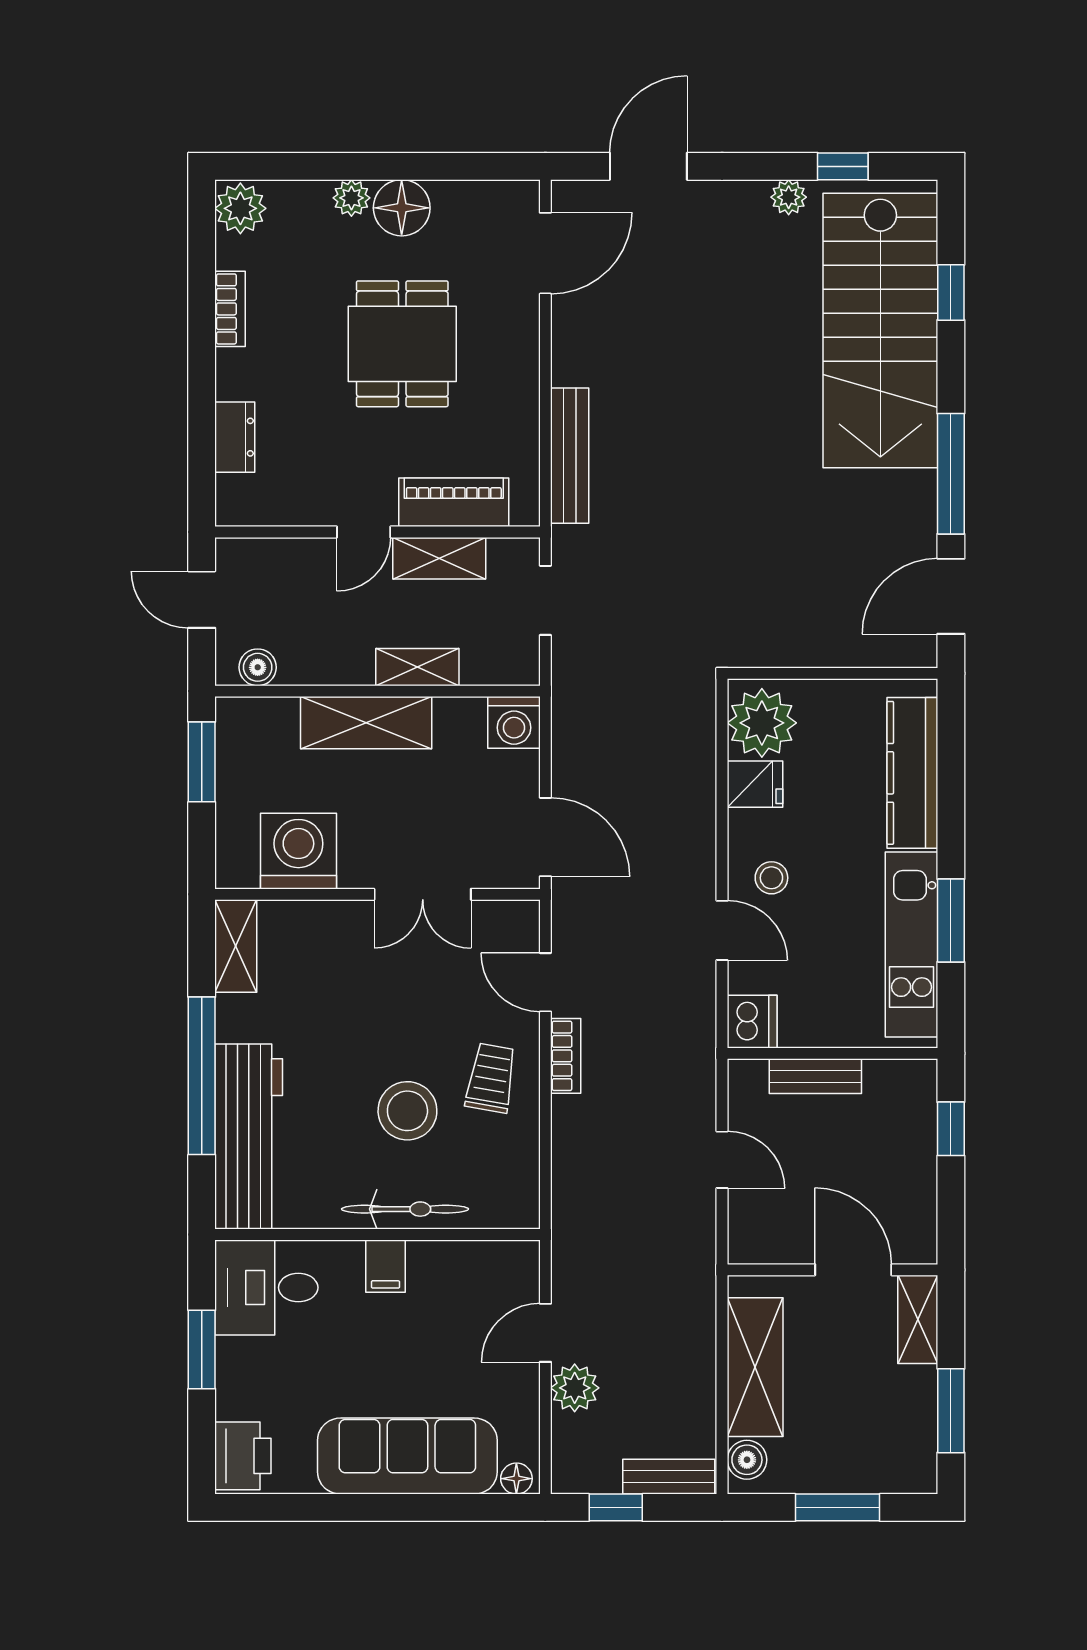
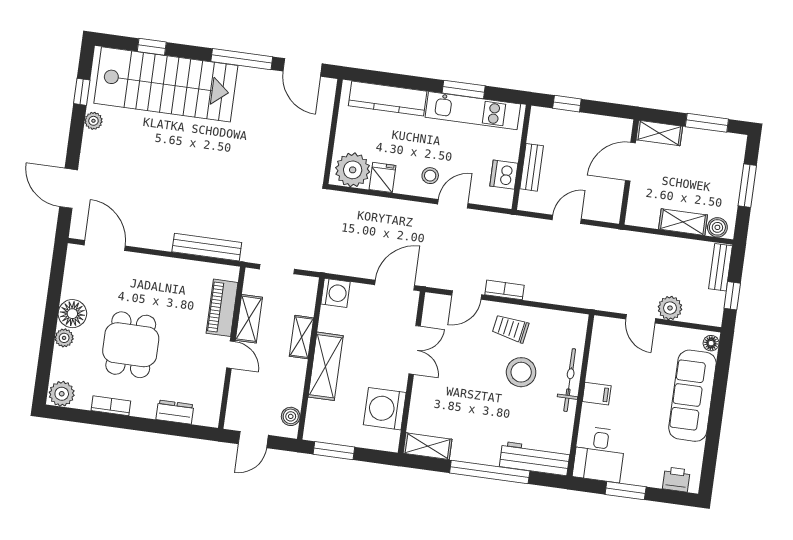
dining table: (402, 344) -> (131, 345), moved, turned 90
dishwasher: (752, 1022) -> (504, 175), moved, turned -90
workbench: (249, 1136) -> (535, 459), width x0.73, depth x0.76
shelving: (755, 1367) -> (683, 222), width x0.67, depth x0.75
printer: (243, 1456) -> (676, 479), width x0.73, depth x0.81

